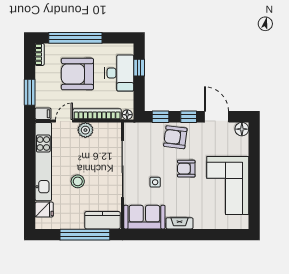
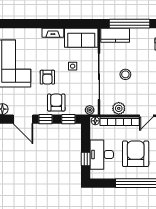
armchair: (77, 74) -> (136, 154), turned -90
plant: (134, 128) -> (90, 110), added
plant: (85, 130) -> (119, 108), moved
armchair: (175, 137) -> (56, 103), turned -97
armchair: (186, 169) -> (47, 77), turned 90
stool: (78, 181) -> (125, 74), moved

